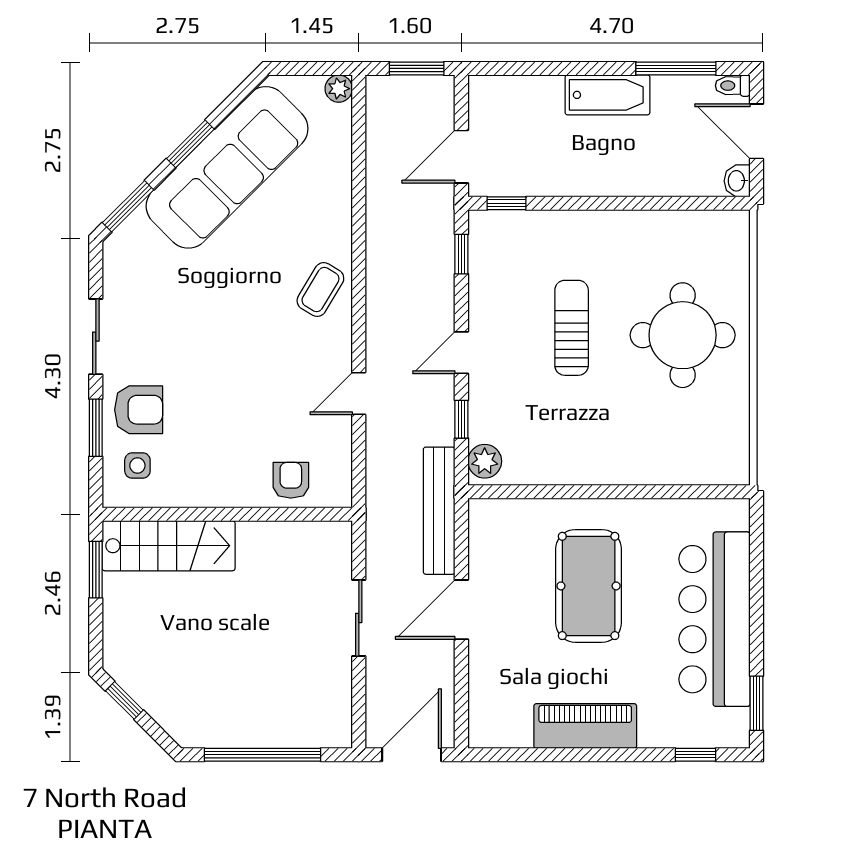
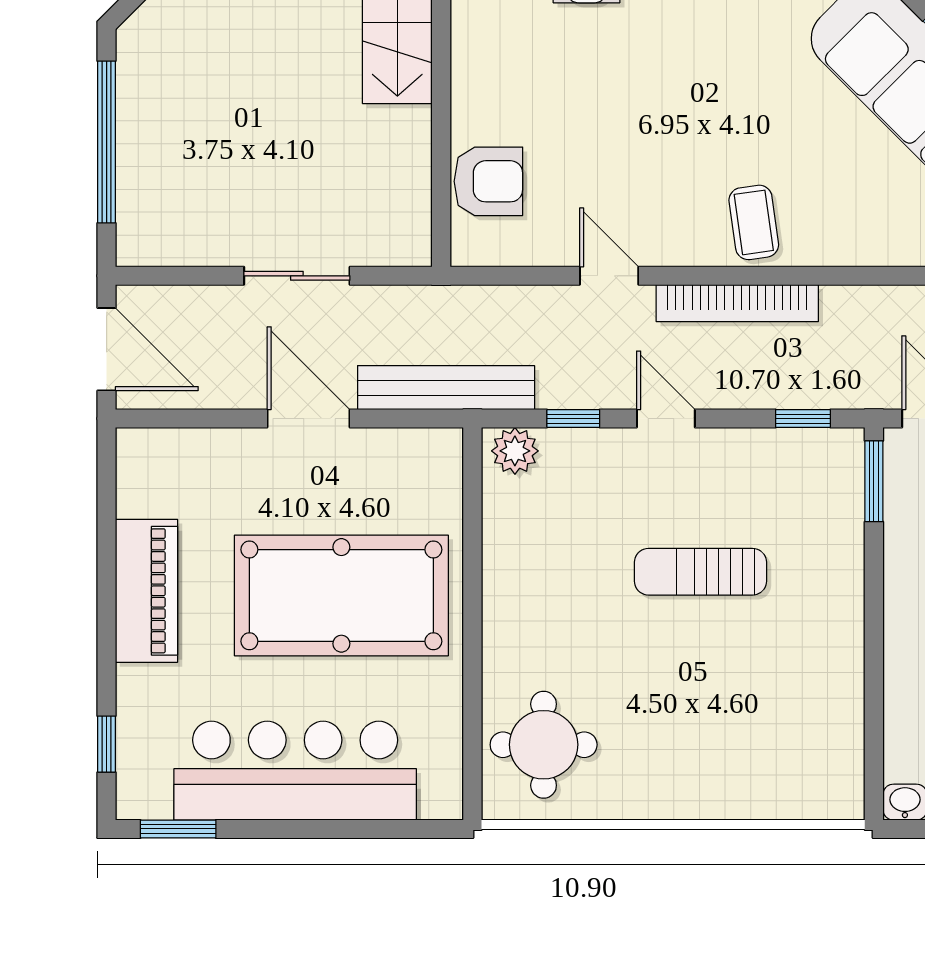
window: (506, 203) -> (874, 481), width x1.50
coffee table: (320, 289) -> (754, 222), turned 51
bookcase: (378, 301) -> (737, 303), added
sun lounger: (572, 328) -> (700, 572), turned 180
round table: (683, 335) -> (544, 745), moved, width x0.73, depth x0.73
armchair: (291, 480) -> (488, 181), width x1.38, depth x1.38
pool table: (589, 586) -> (341, 595), width x1.36, depth x1.32

